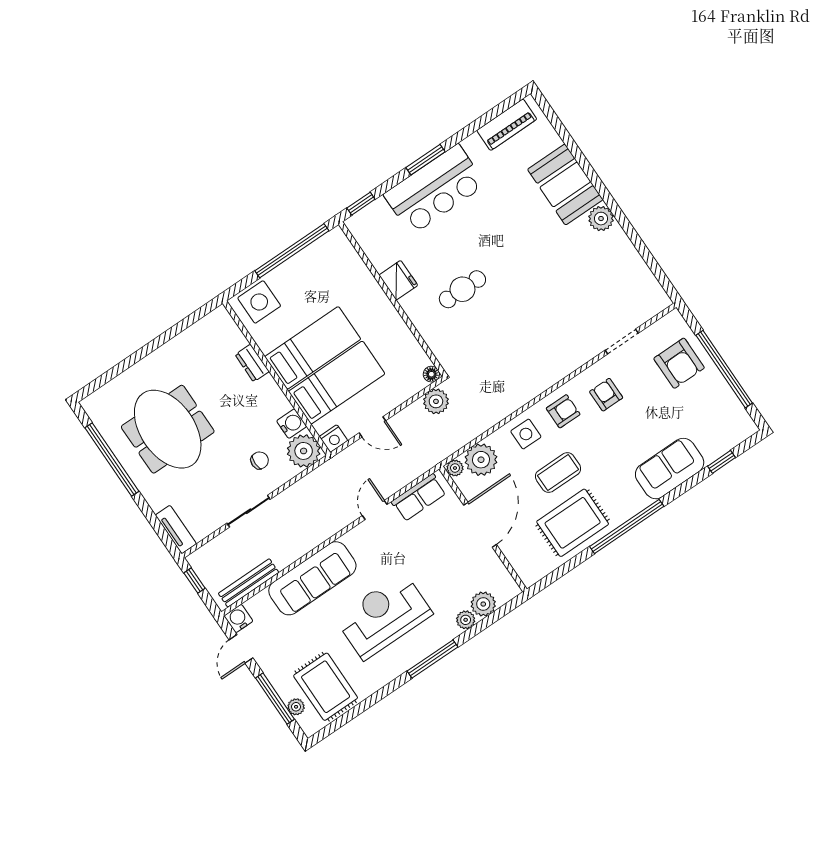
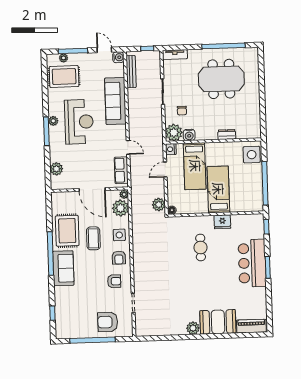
piano: (507, 125) -> (251, 326), moved, turned 90
bed: (313, 348) -> (218, 189), moved, turned 180
sofa: (670, 469) -> (63, 268), moved
plant: (466, 620) -> (53, 121), moved

